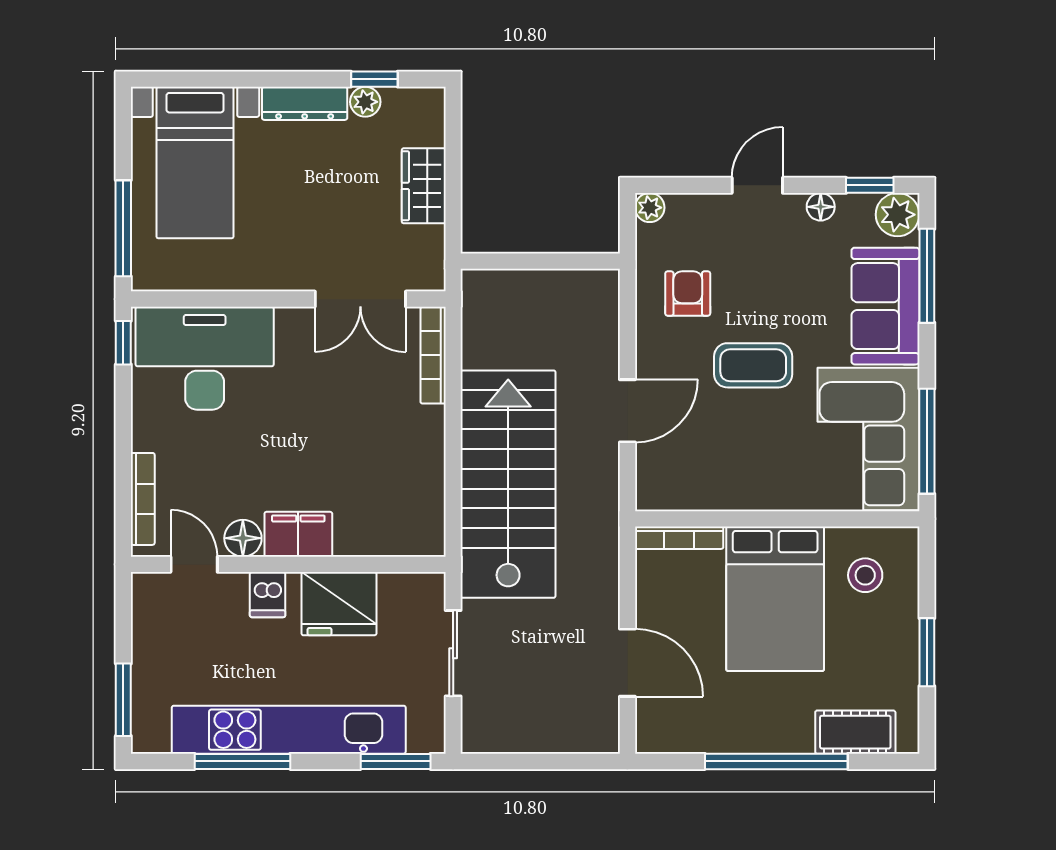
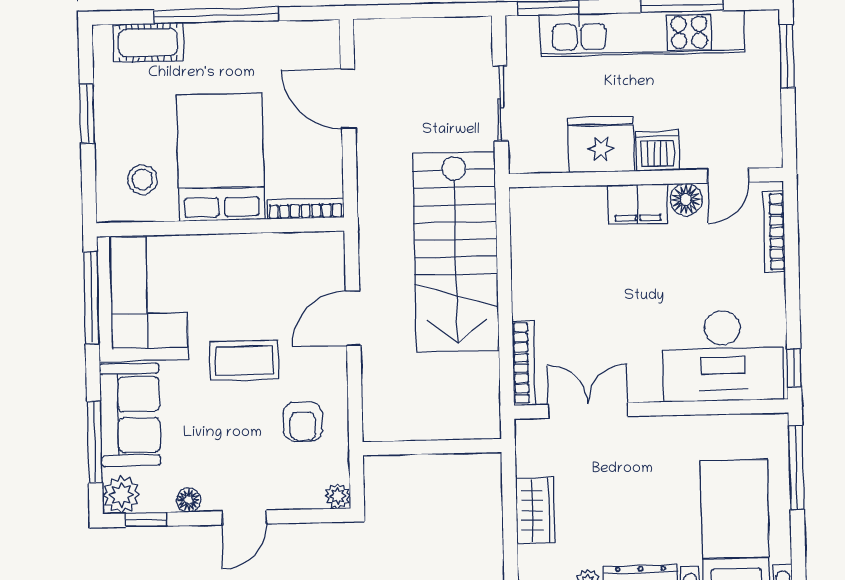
door: (194, 564) -> (728, 176), hinge flipped
dishwasher: (268, 595) -> (658, 151), width x1.38

